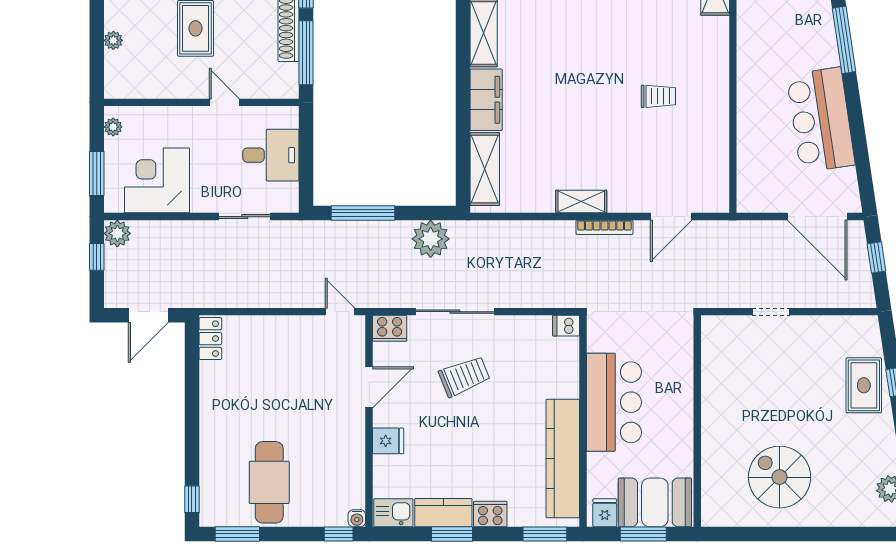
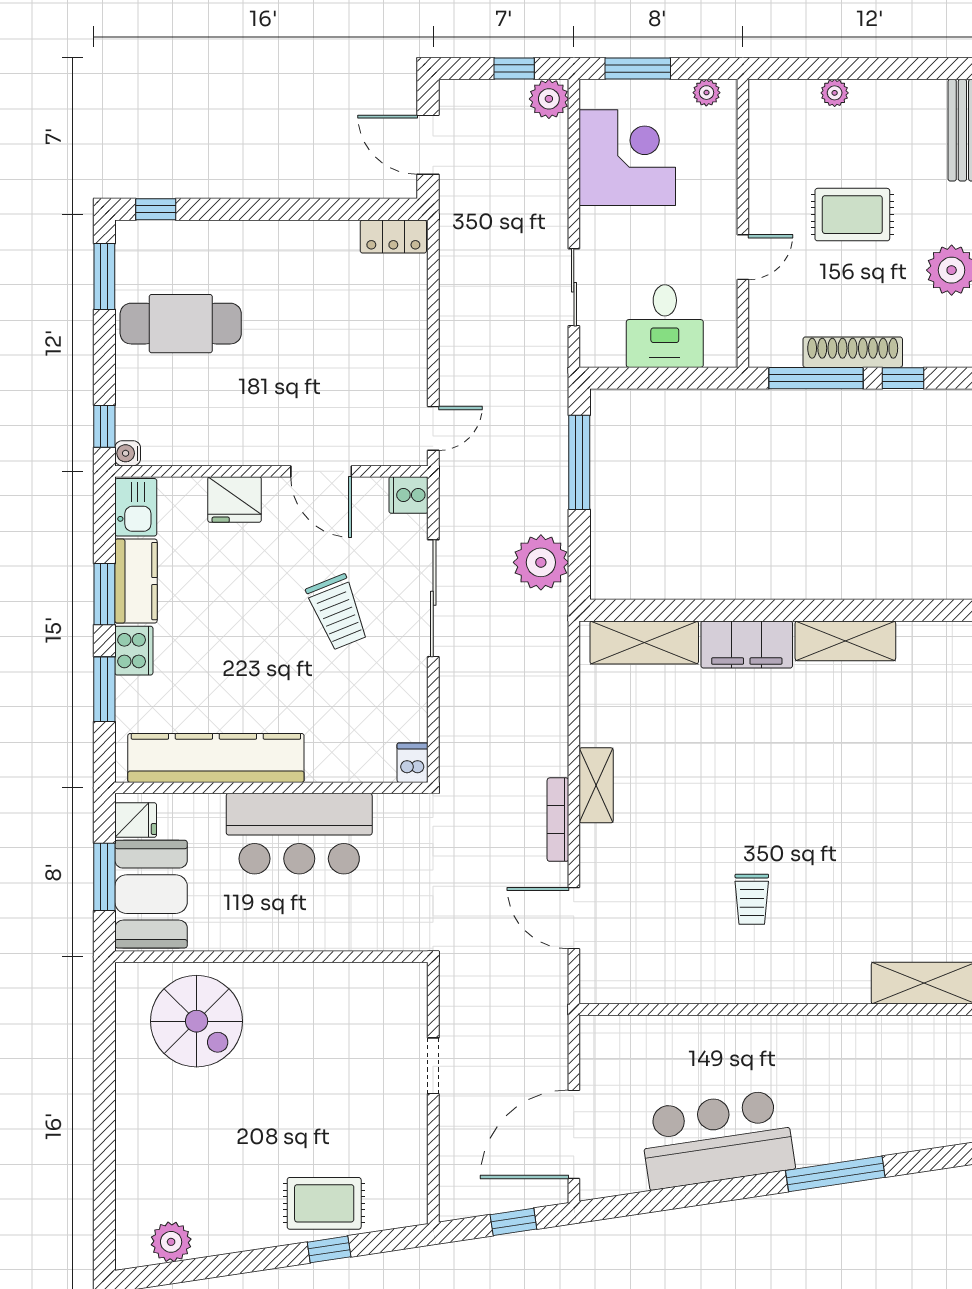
cooker: (390, 328) -> (409, 495), width x0.73
fridge: (388, 441) -> (235, 500), width x1.38
spiral stairs: (780, 477) -> (197, 1021), moved, turned 90
window: (545, 534) -> (104, 689), moved

